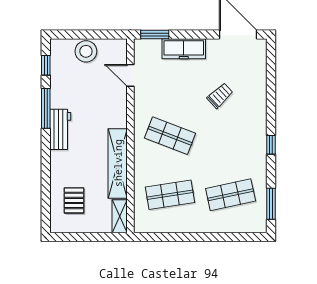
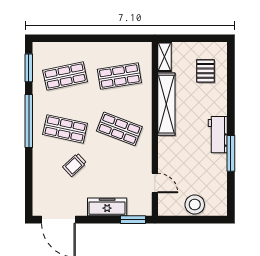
window: (46, 65) -> (231, 192), removed
shop shelf: (231, 136) -> (65, 129), added
window: (271, 145) -> (29, 121), width x3.17

